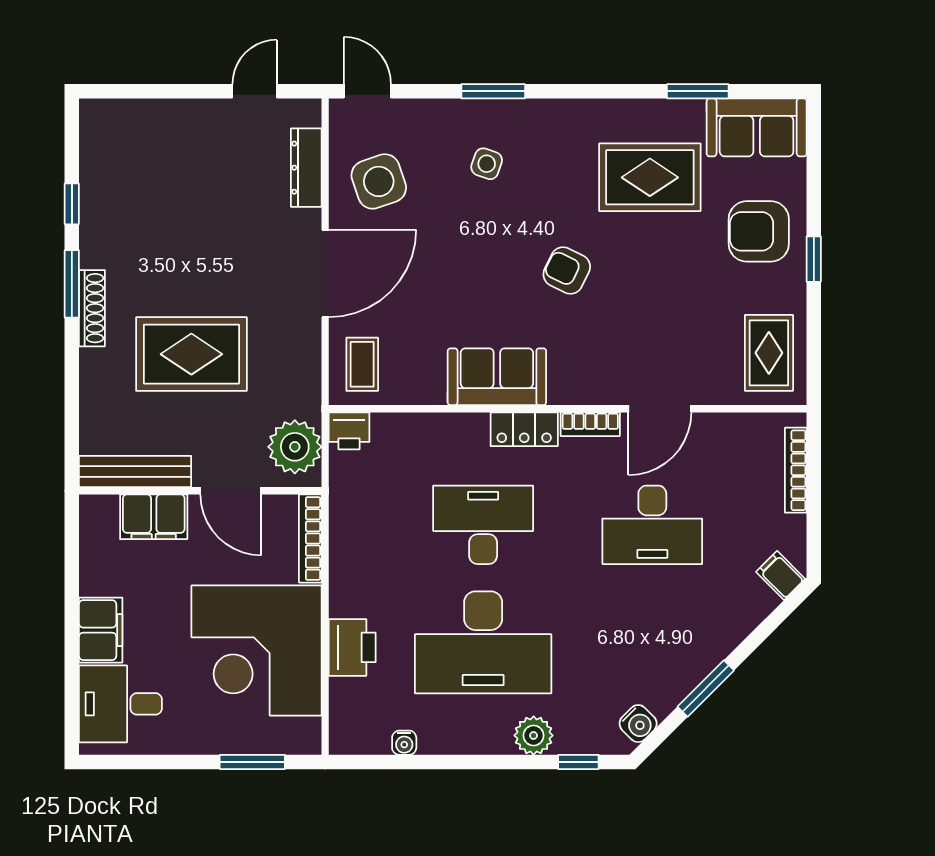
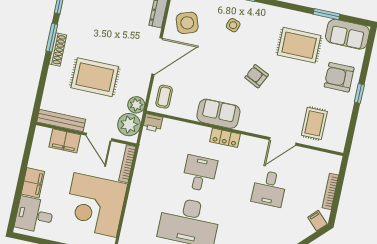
rug: (769, 353) -> (314, 123), moved
plant: (302, 397) -> (136, 105), added
bookcase: (590, 424) -> (253, 142), removed
bookcase: (796, 470) -> (330, 191), moved
desk: (483, 525) -> (200, 173), width x0.73
desk: (652, 525) -> (269, 188), width x0.73
printer: (352, 647) -> (135, 212), removed

